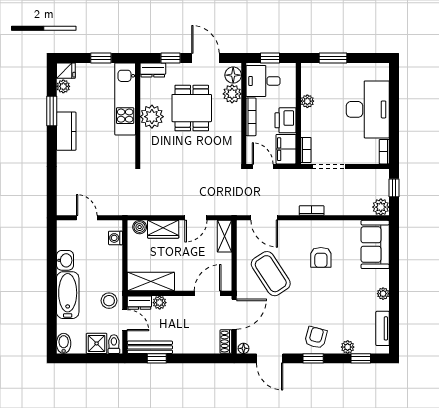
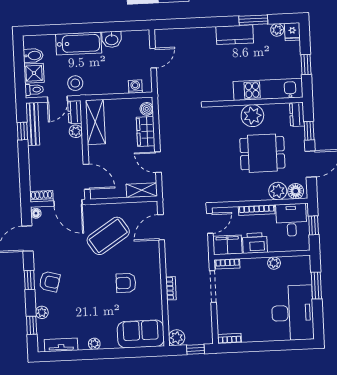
desk: (368, 109) -> (293, 313), moved, turned -90
bookcase: (312, 211) -> (171, 288), moved
bidet: (64, 343) -> (33, 56), moved

